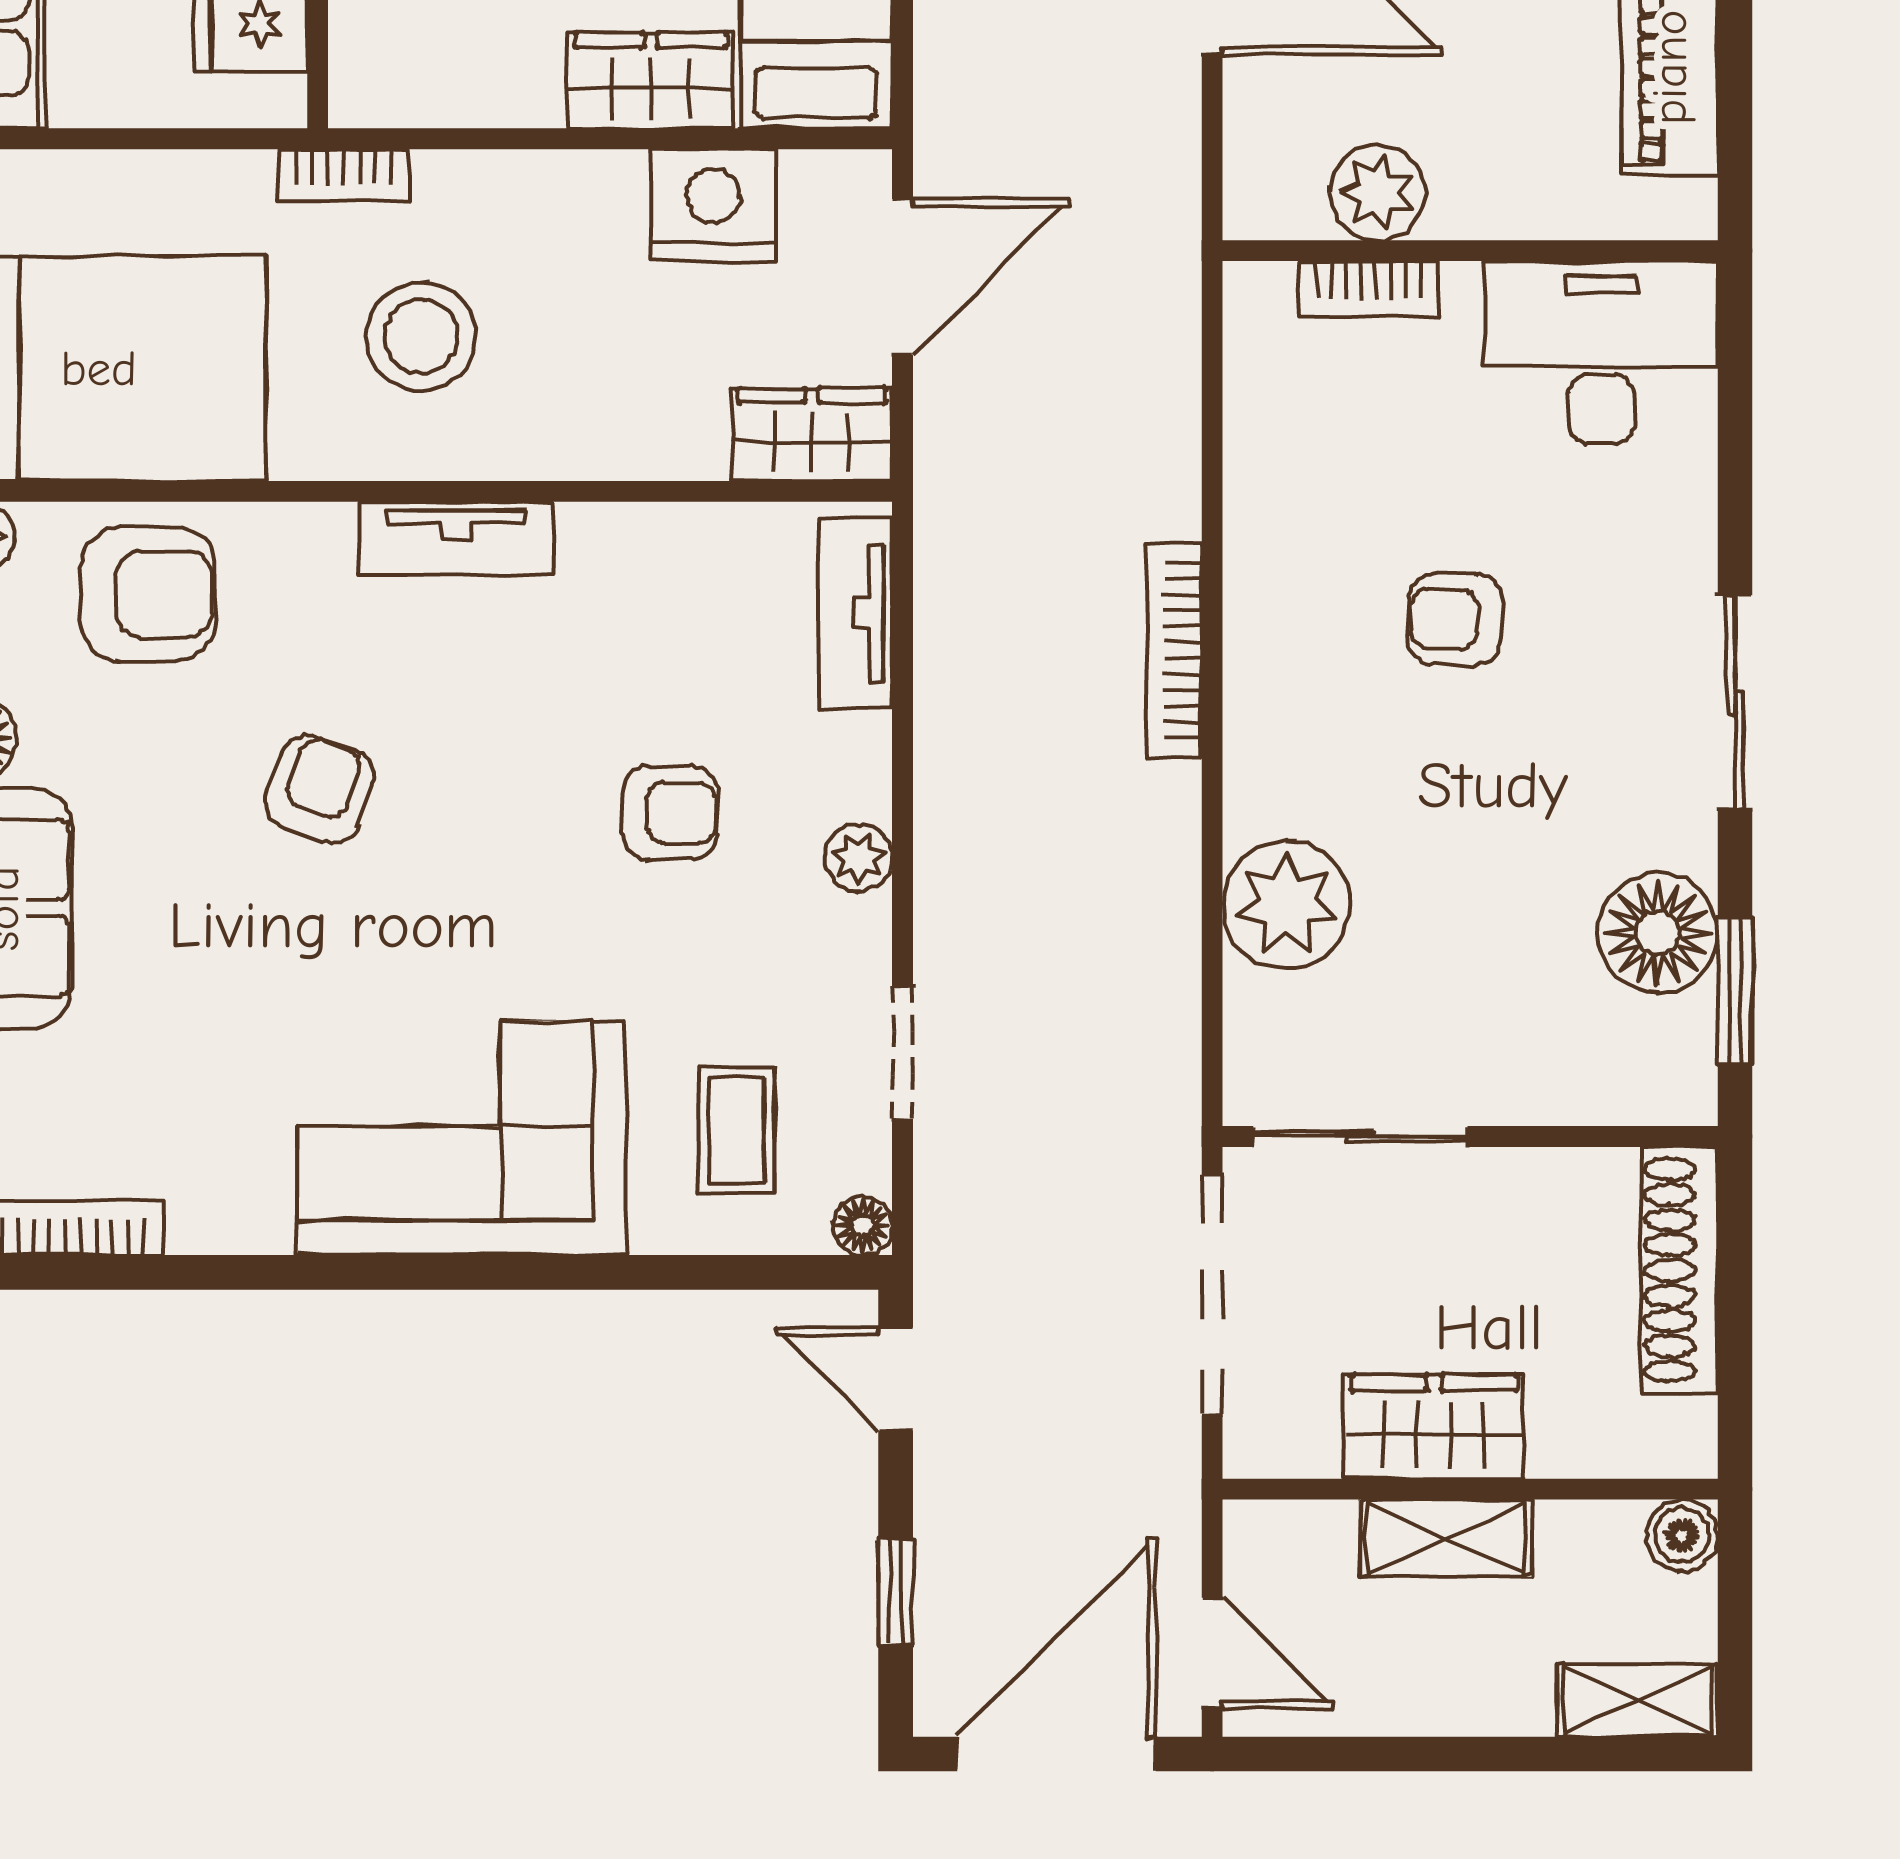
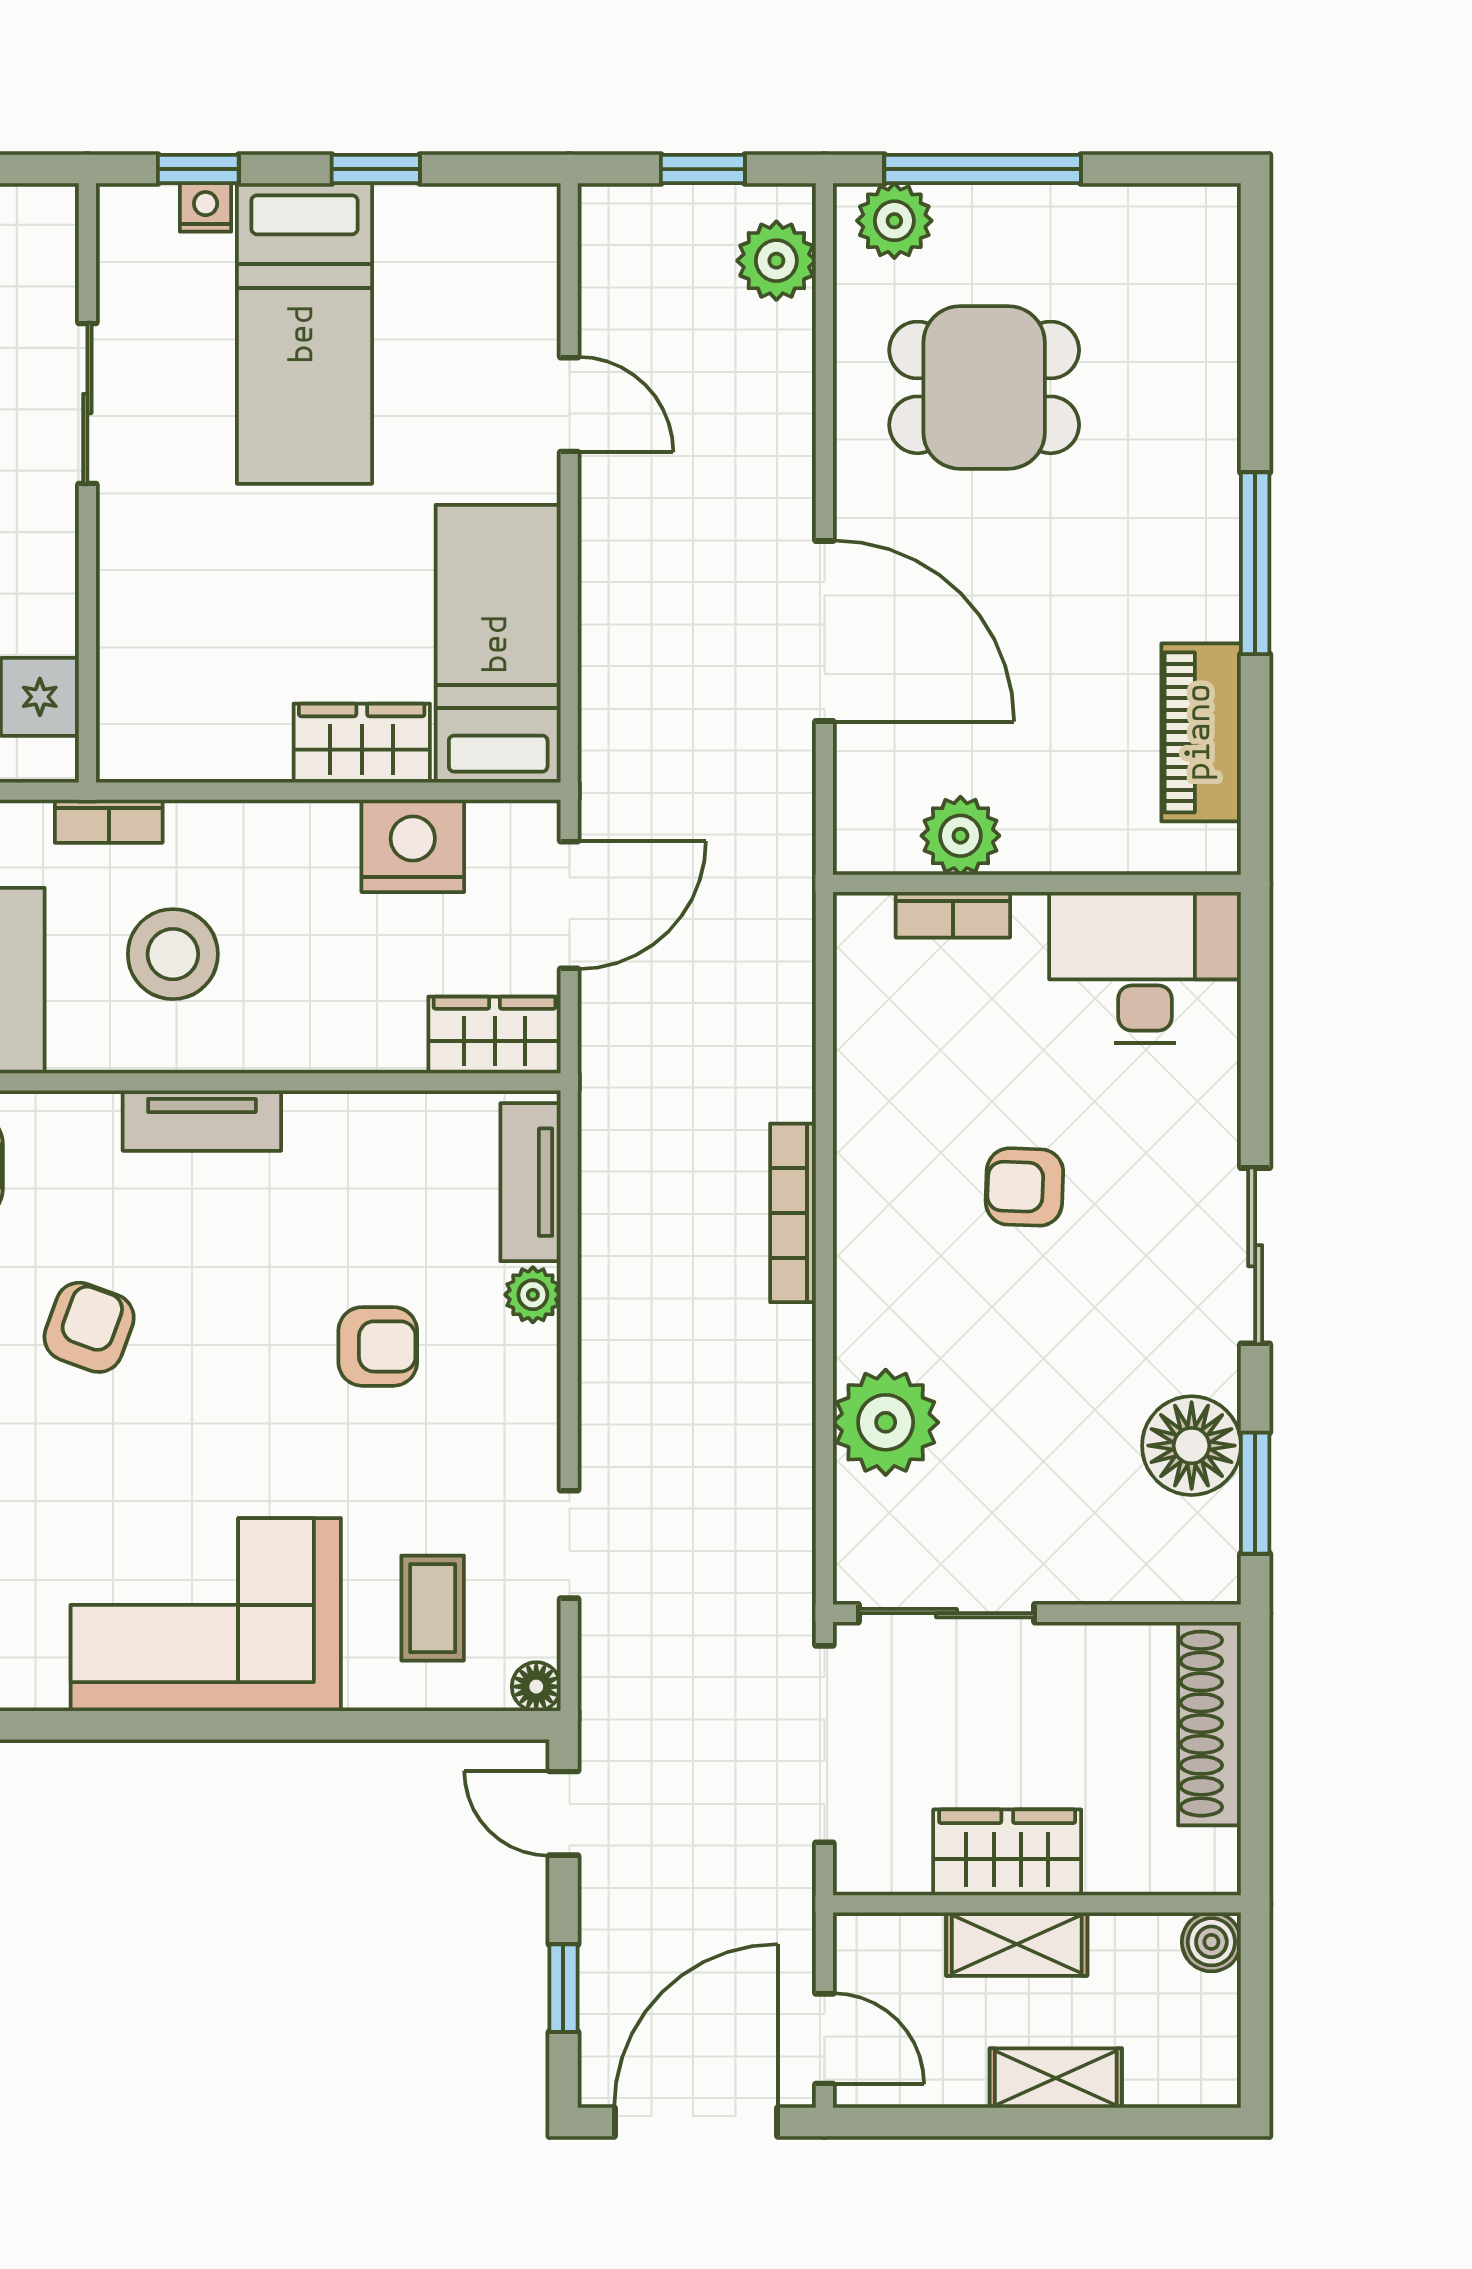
plant: (858, 858) -> (533, 1295), moved
shelving: (1637, 1701) -> (1056, 2078), moved

